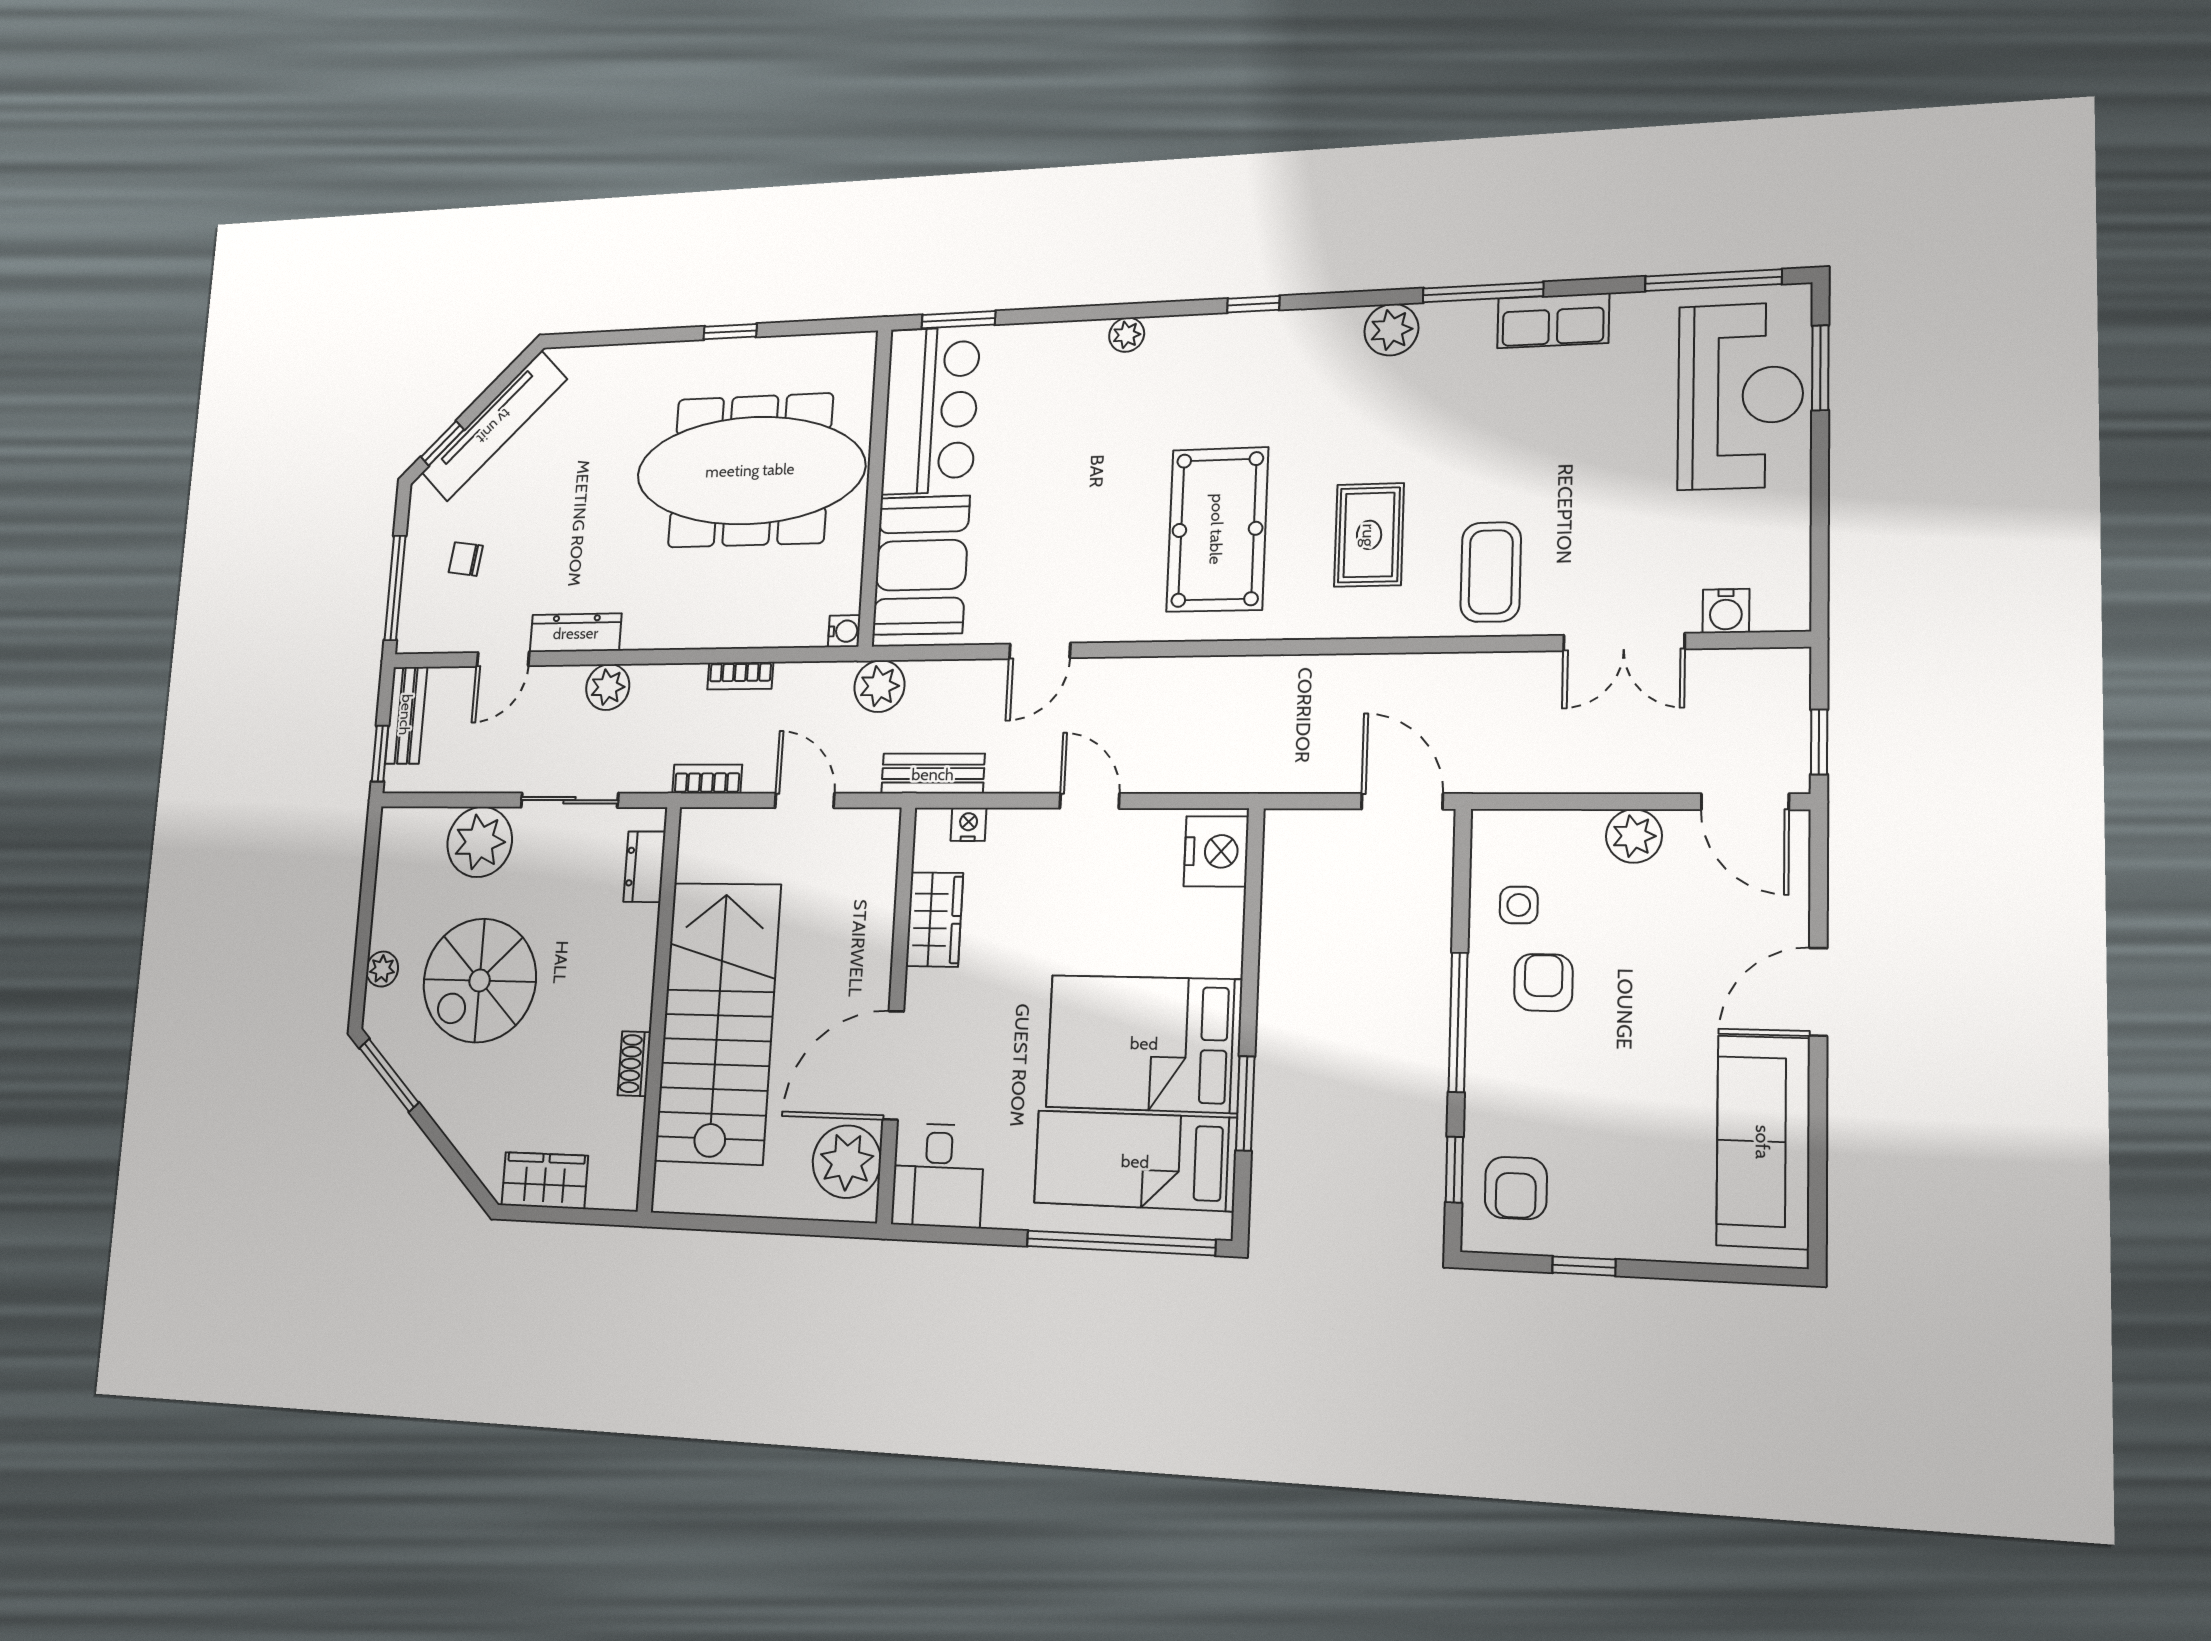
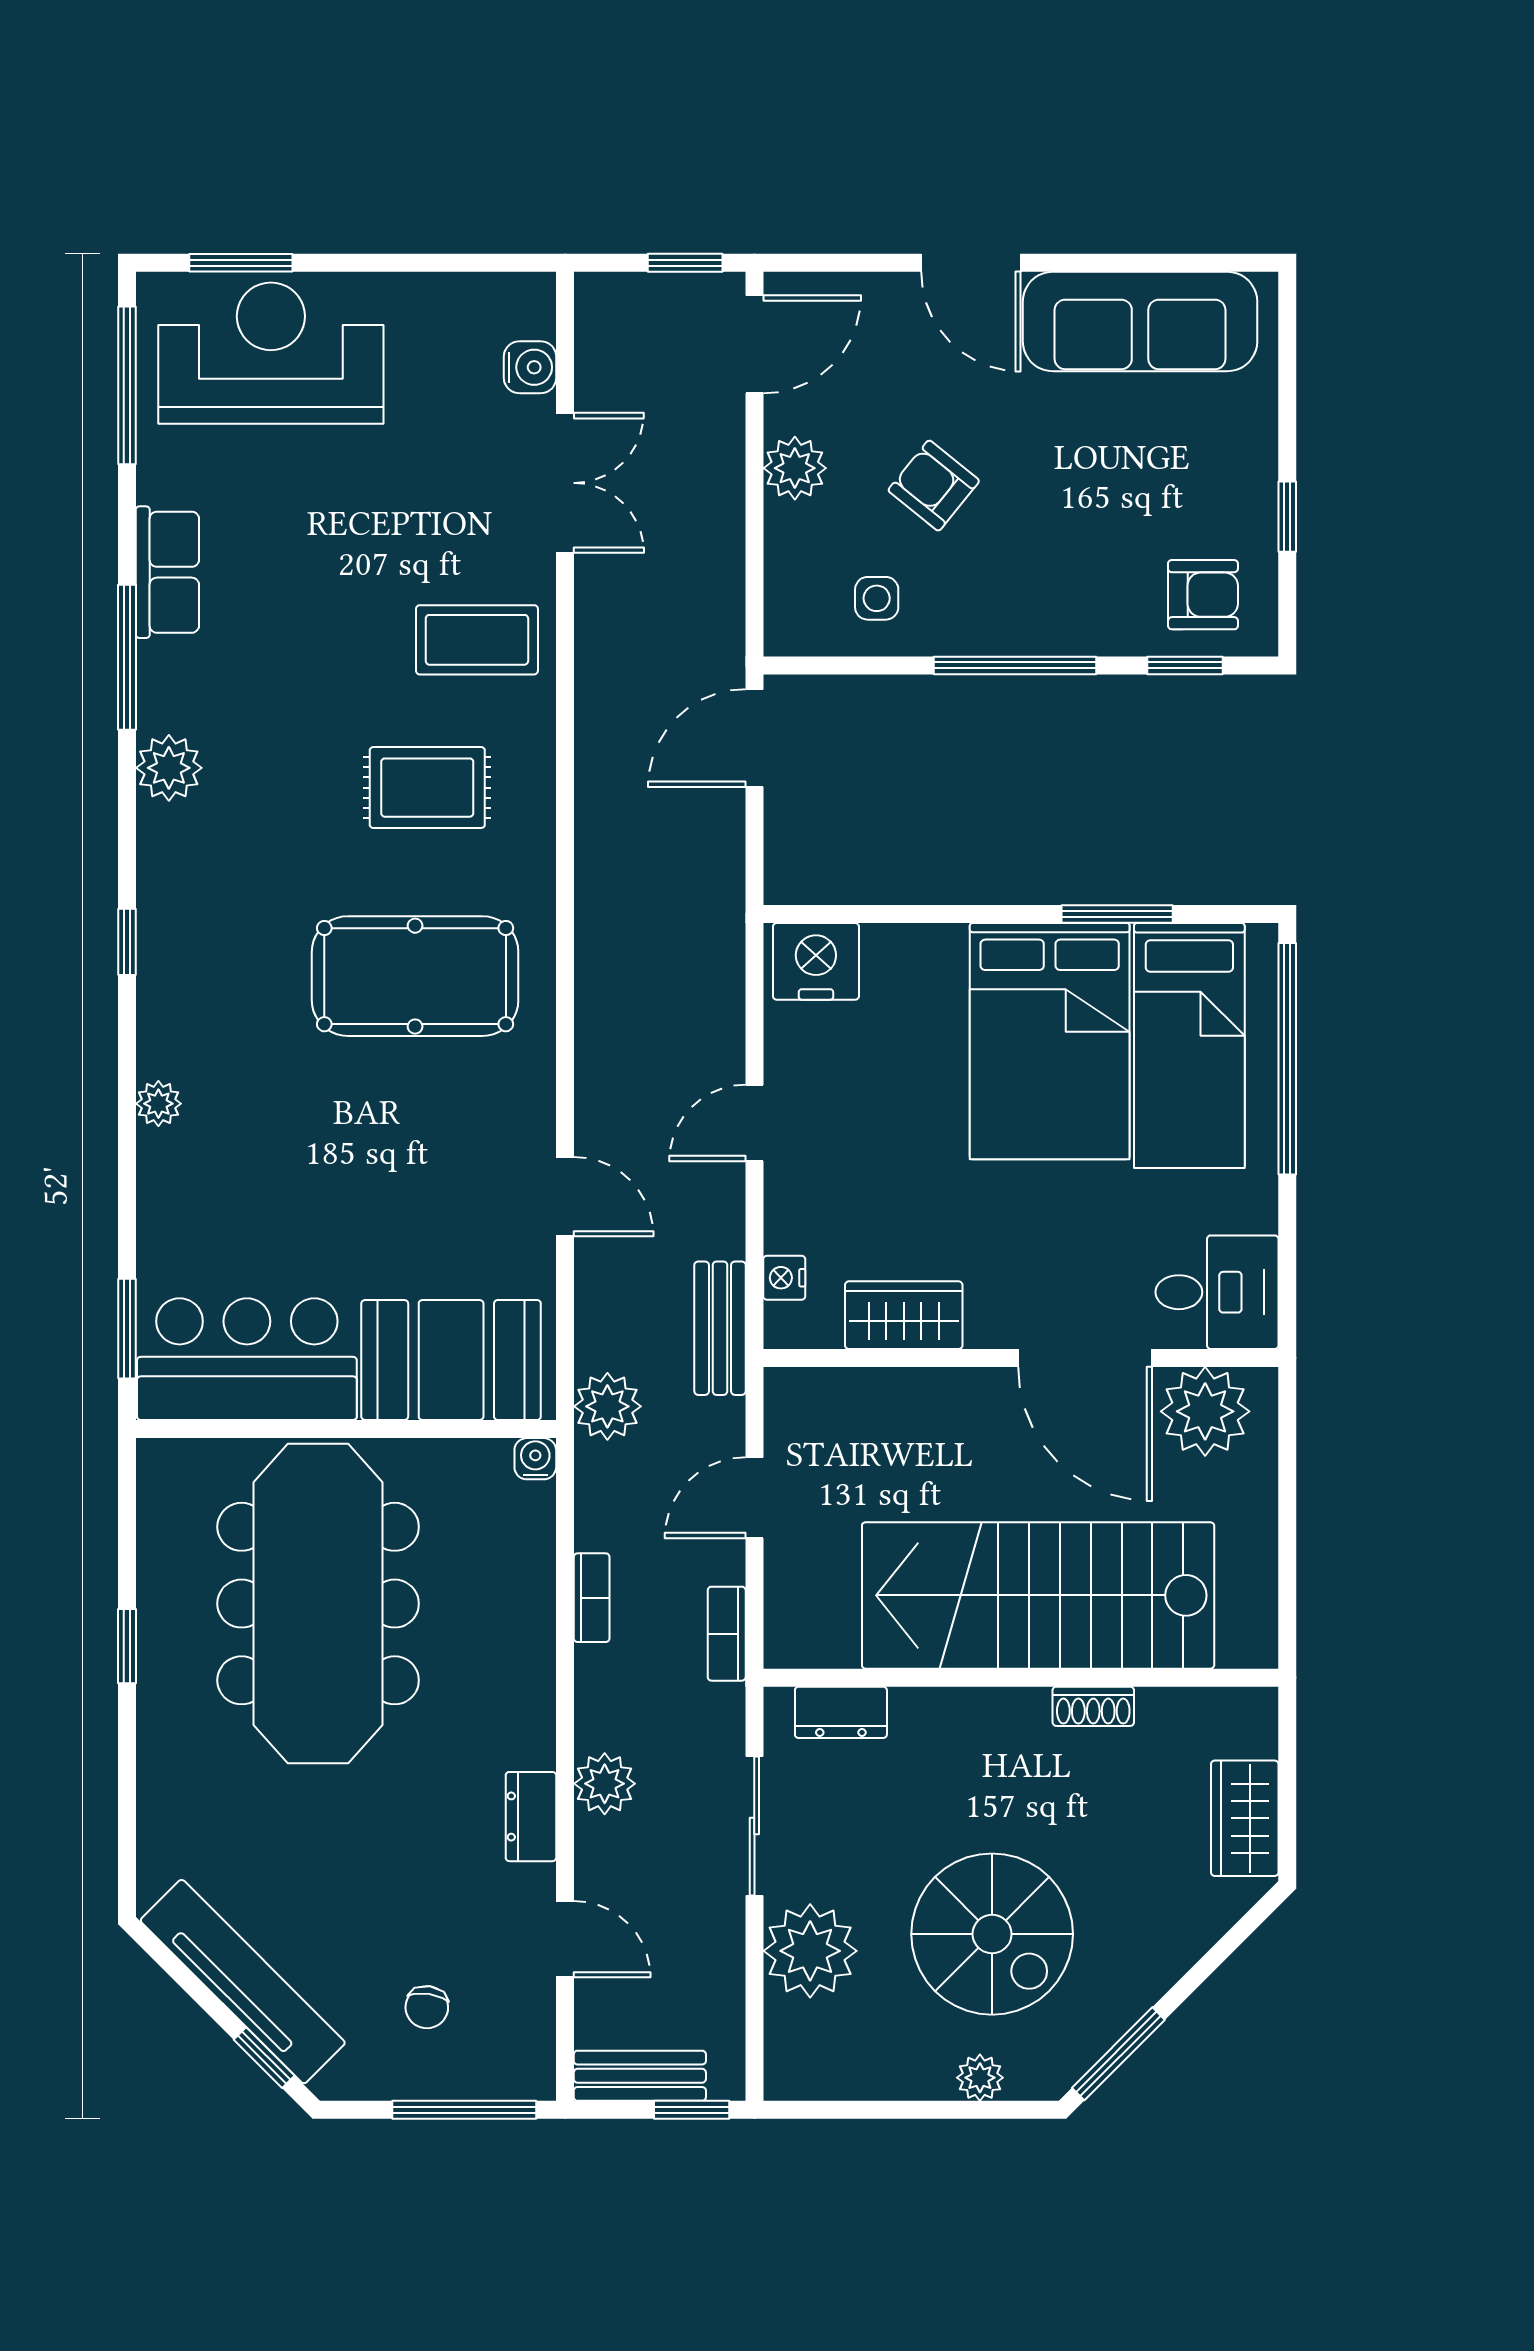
dresser: (576, 633) -> (531, 1817), width x0.70
armchair: (1543, 983) -> (934, 486), moved, turned 39

